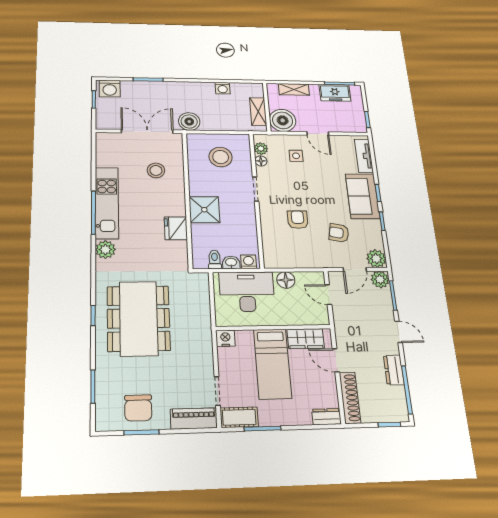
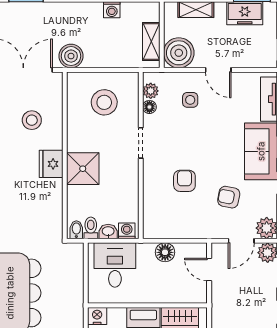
fridge: (176, 228) -> (51, 164), moved
bidet: (201, 261) -> (76, 230), added
desk: (247, 292) -> (115, 265), width x0.73

